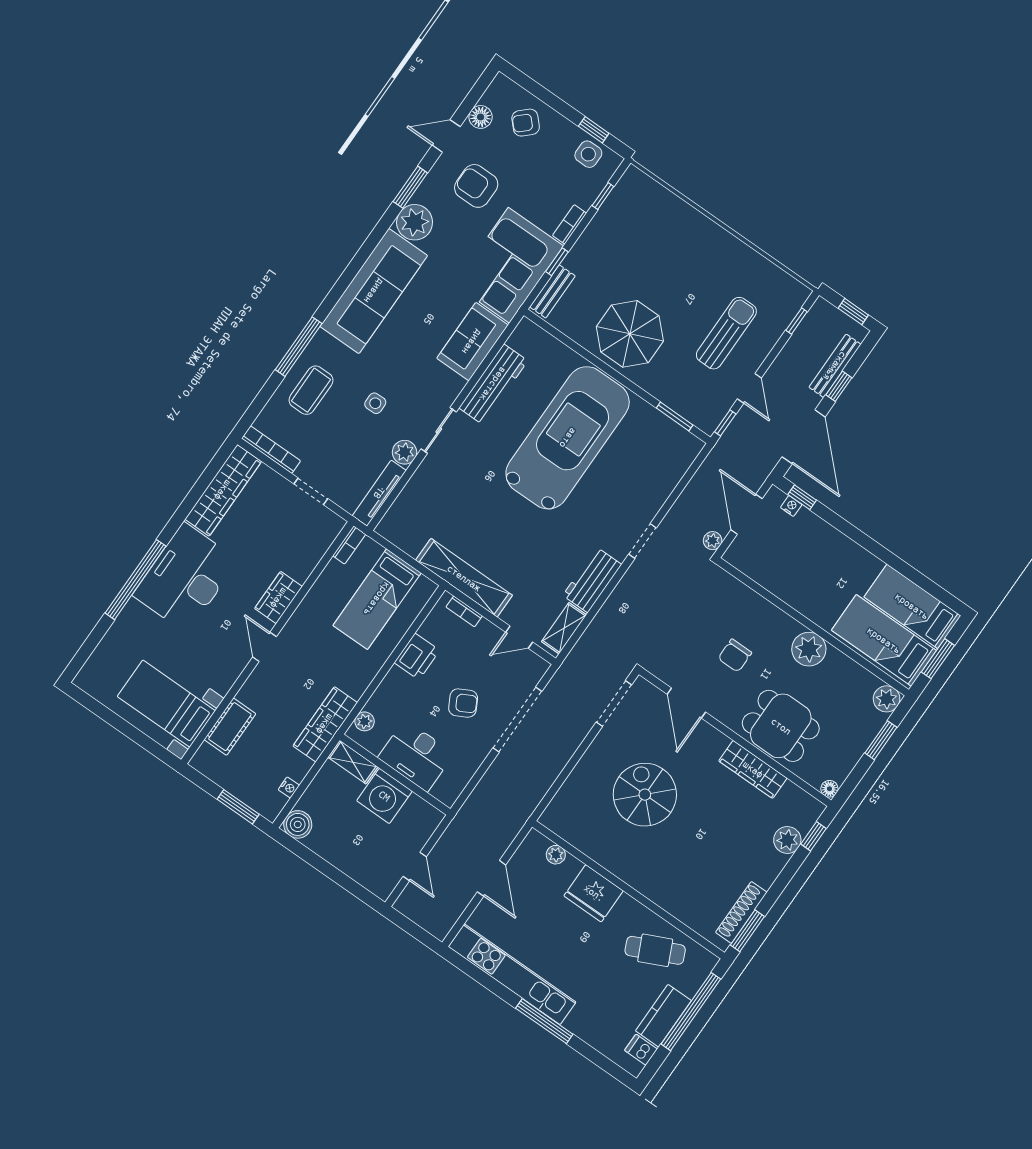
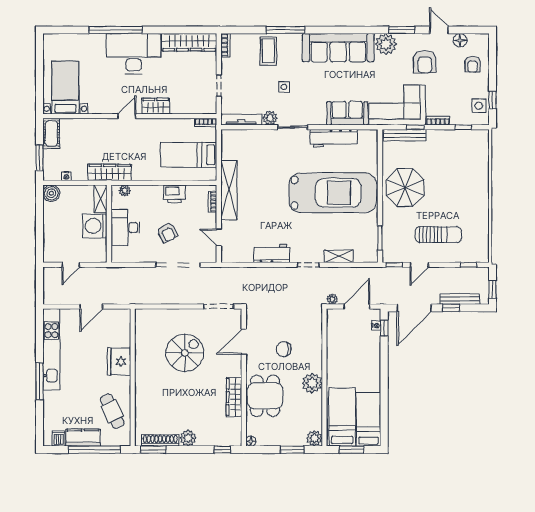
armchair: (526, 123) -> (473, 64), turned -136
armchair: (476, 186) -> (425, 62), turned 180
bench: (552, 291) -> (405, 135), width x1.36
coffee table: (311, 390) -> (268, 51), turned 90
bookcase: (271, 450) -> (226, 45), width x0.64
shelving: (564, 628) -> (339, 256), moved
cot: (230, 727) -> (51, 134), moved, turned 90
plant: (787, 840) -> (188, 438), moved
plant: (556, 855) -> (125, 330), removed

